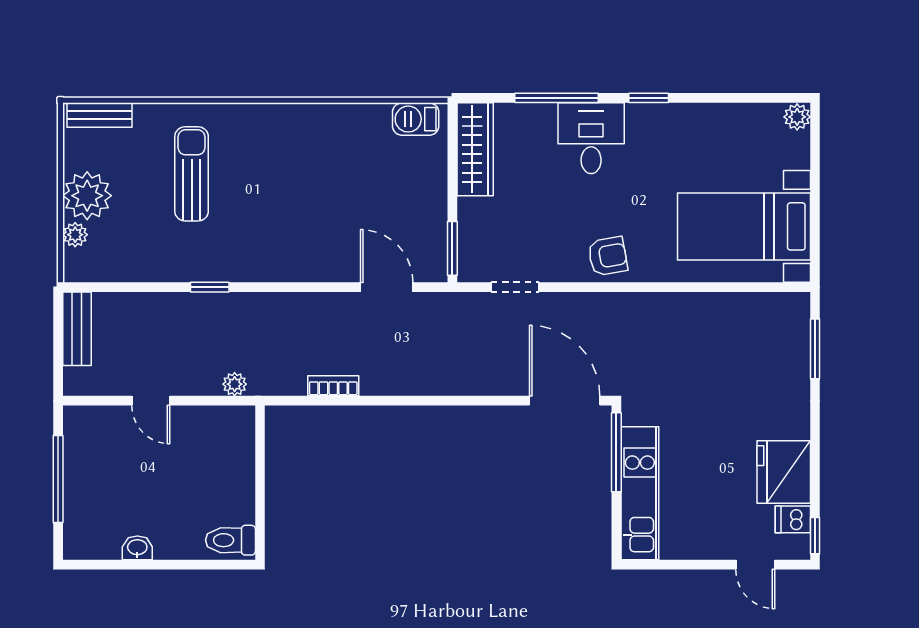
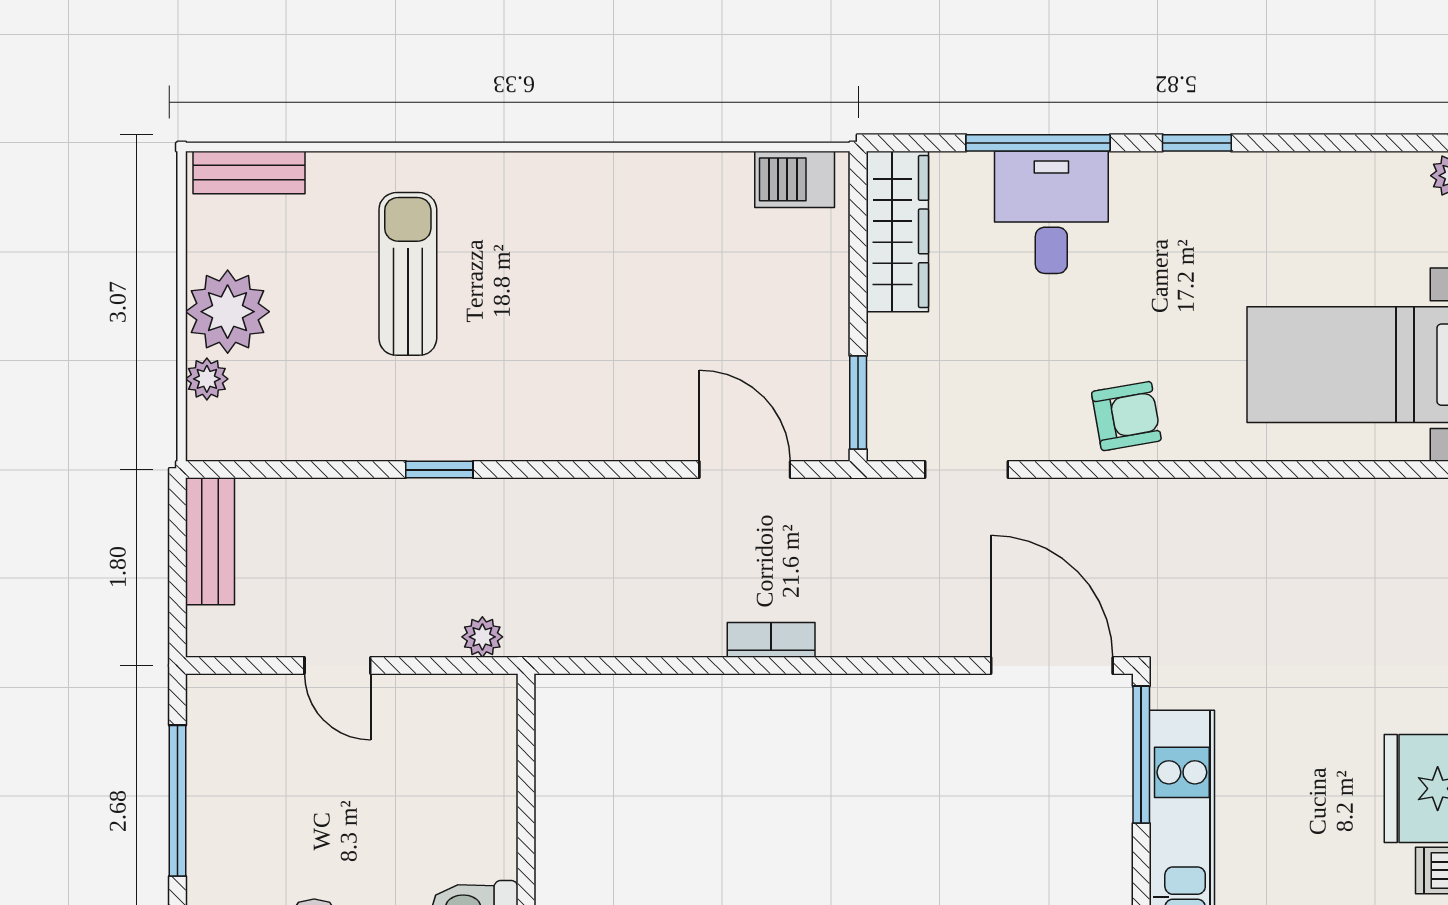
desk: (591, 138) -> (1051, 212), moved
bookcase: (333, 386) -> (771, 640), moved

